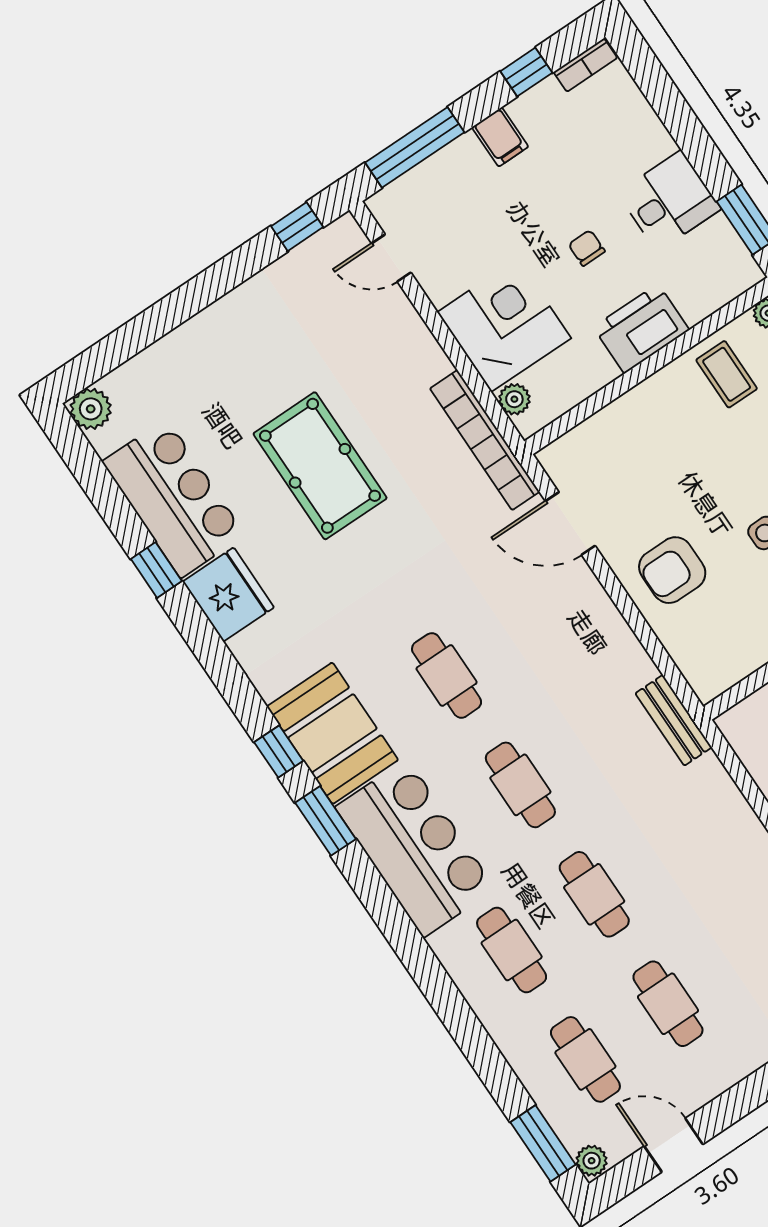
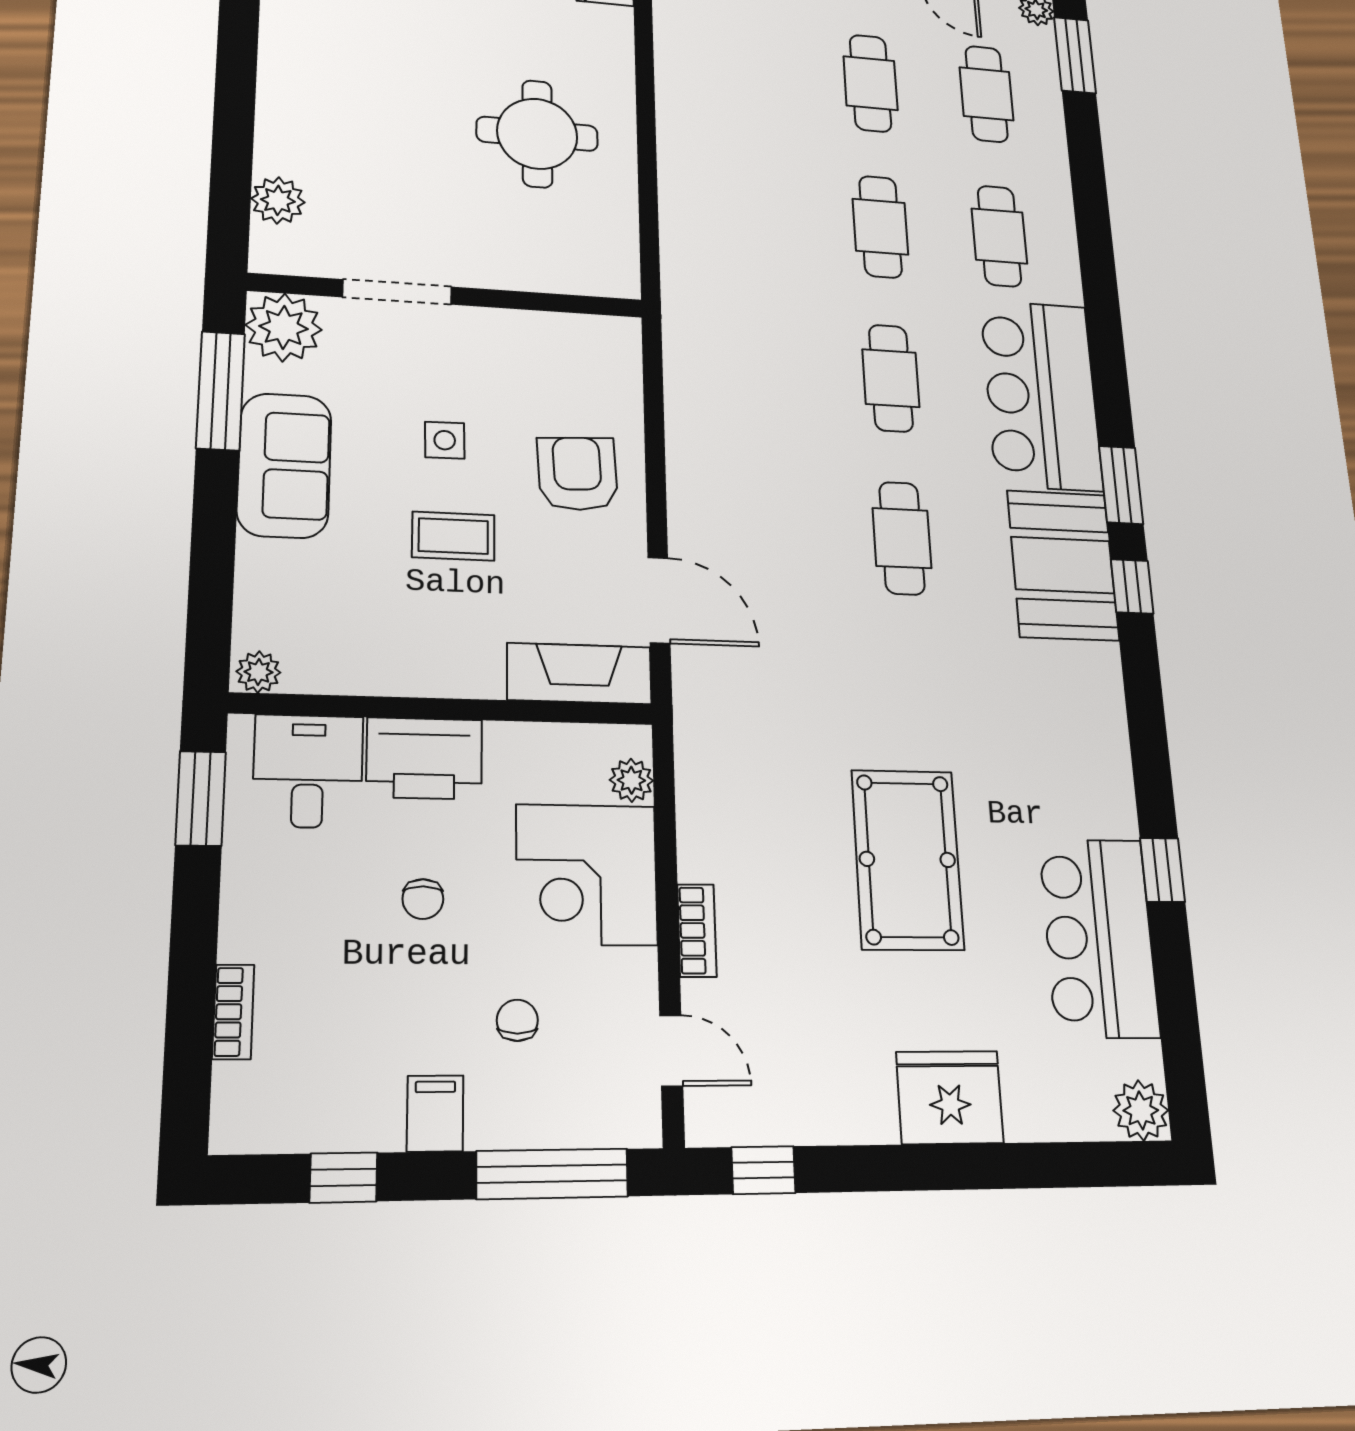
bookcase: (585, 65) -> (233, 1012), moved, turned 90
desk: (669, 201) -> (308, 771), moved, turned 90
chair: (489, 217) -> (517, 1020), added
coffee table: (727, 374) -> (453, 536), moved, turned 90
bookcase: (485, 440) -> (697, 930), moved, width x0.43, depth x0.76
fireplace: (587, 443) -> (579, 673), added
armchair: (672, 570) -> (578, 474), turned -93
fridge: (228, 595) -> (950, 1097), moved, turned 90
bench: (674, 720) -> (683, 327), removed

